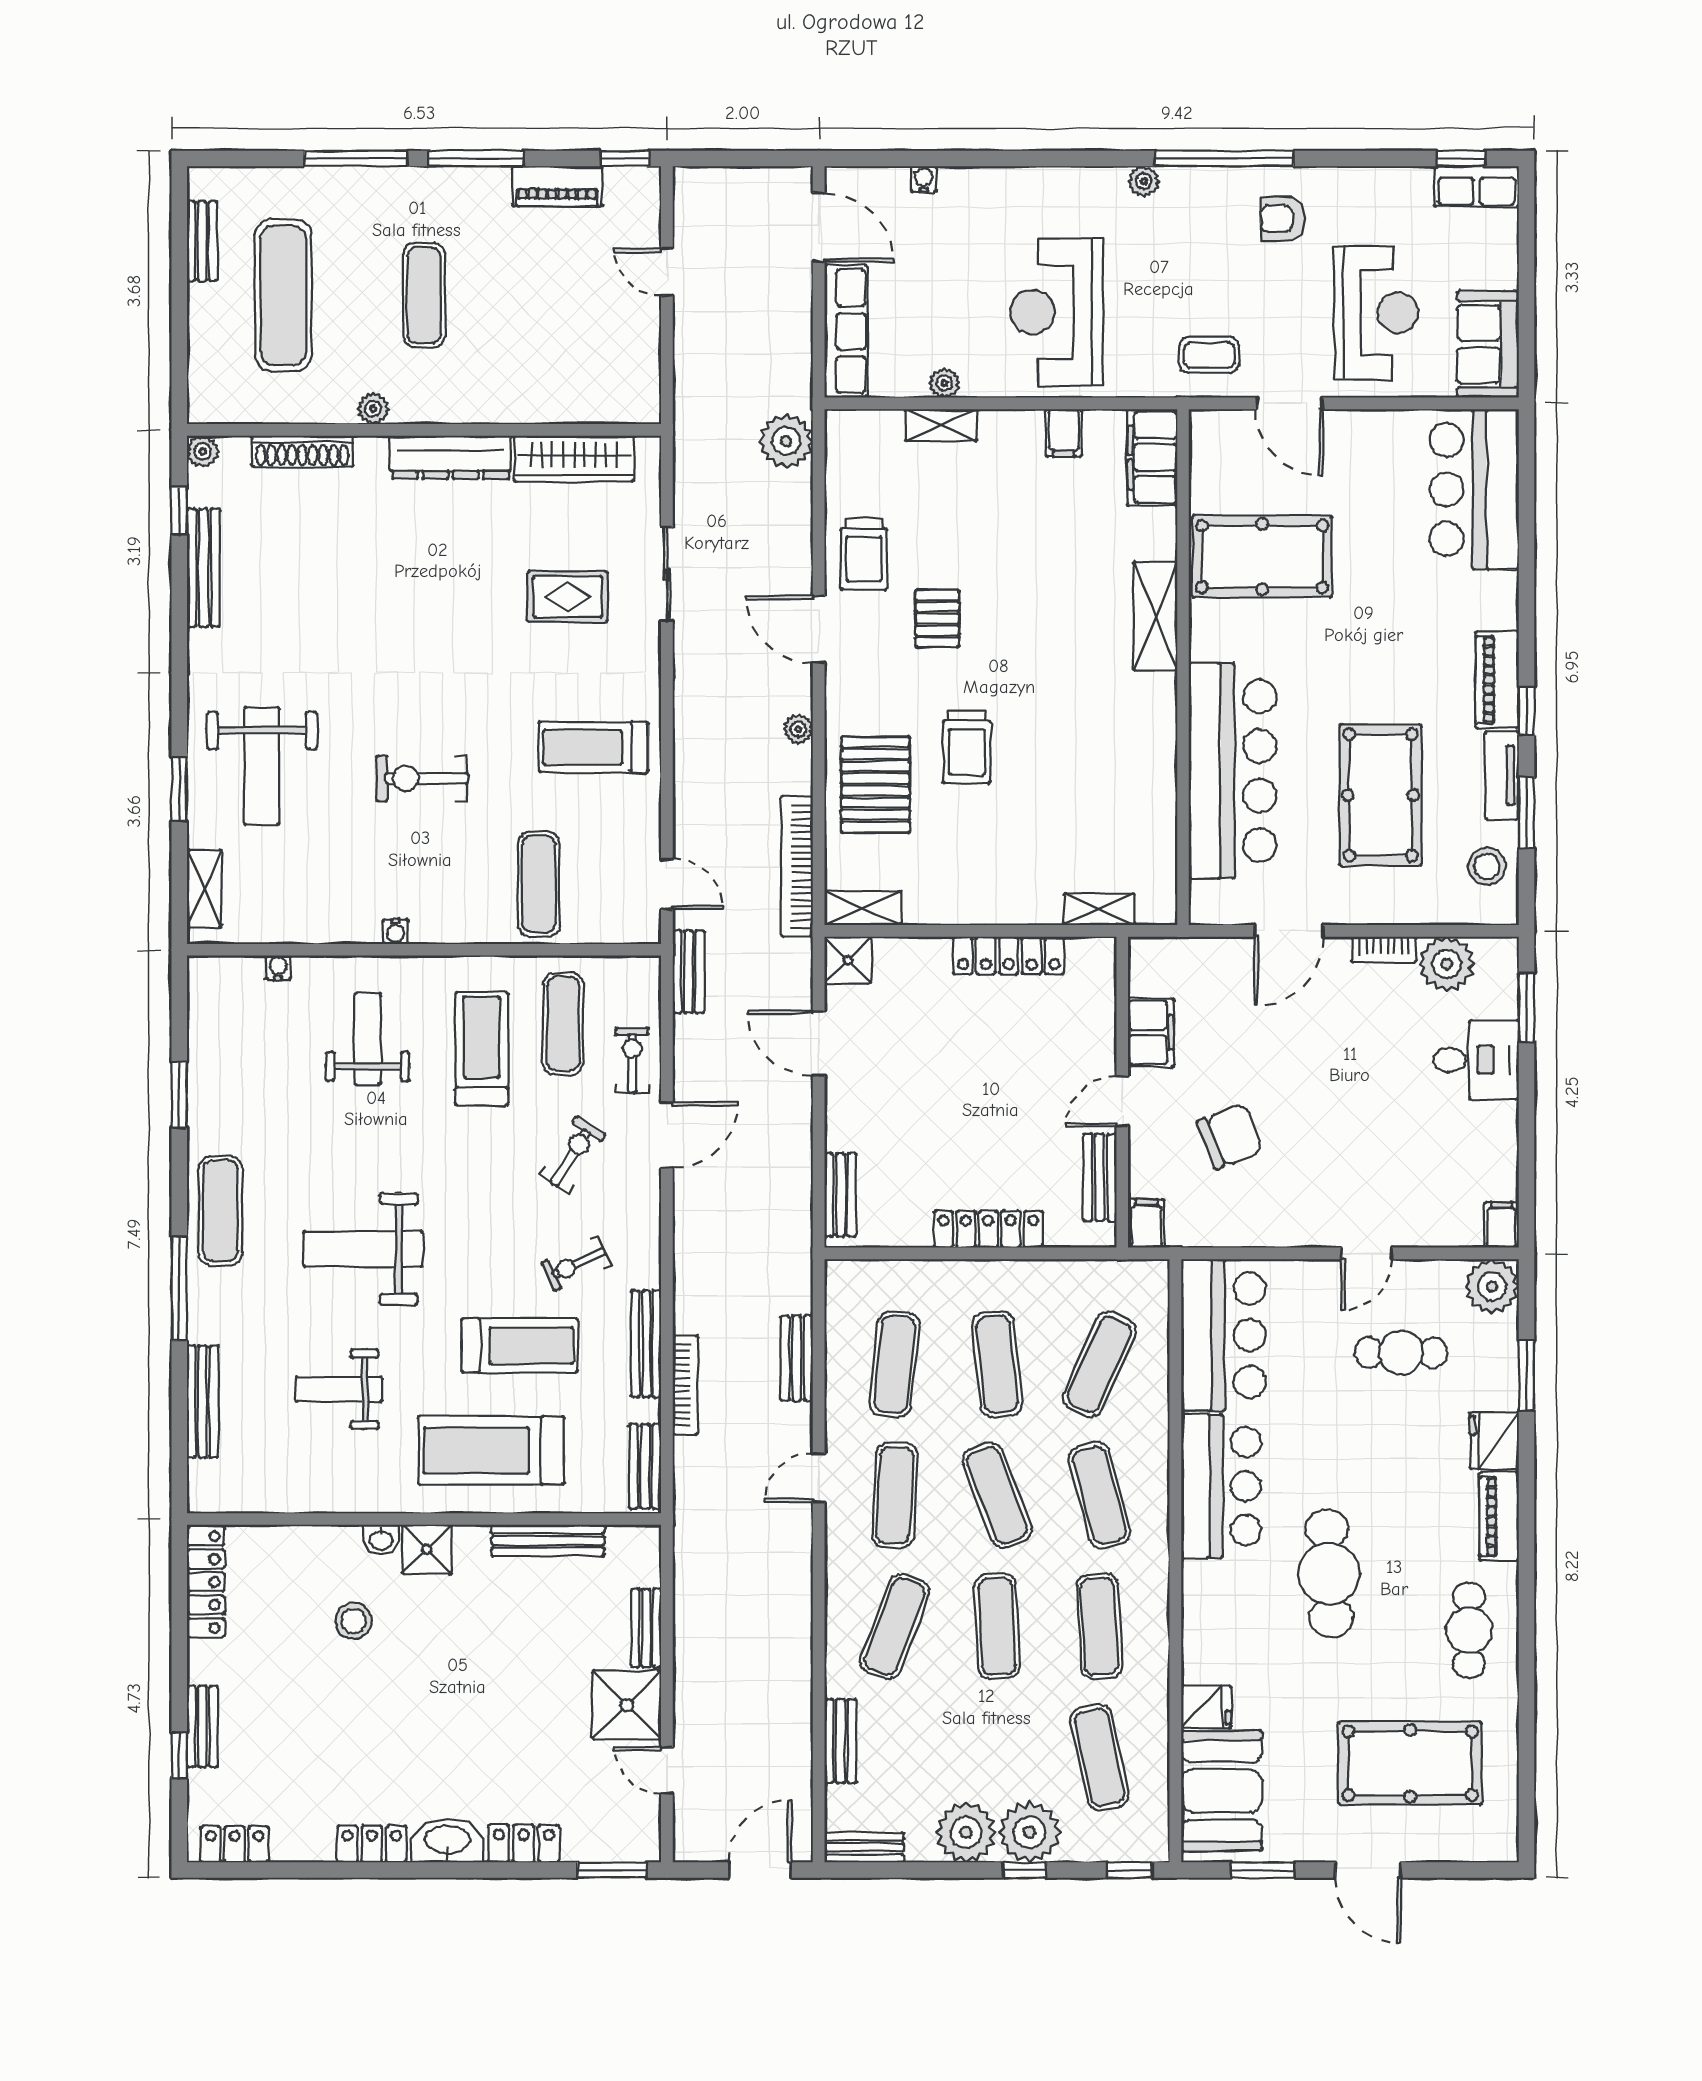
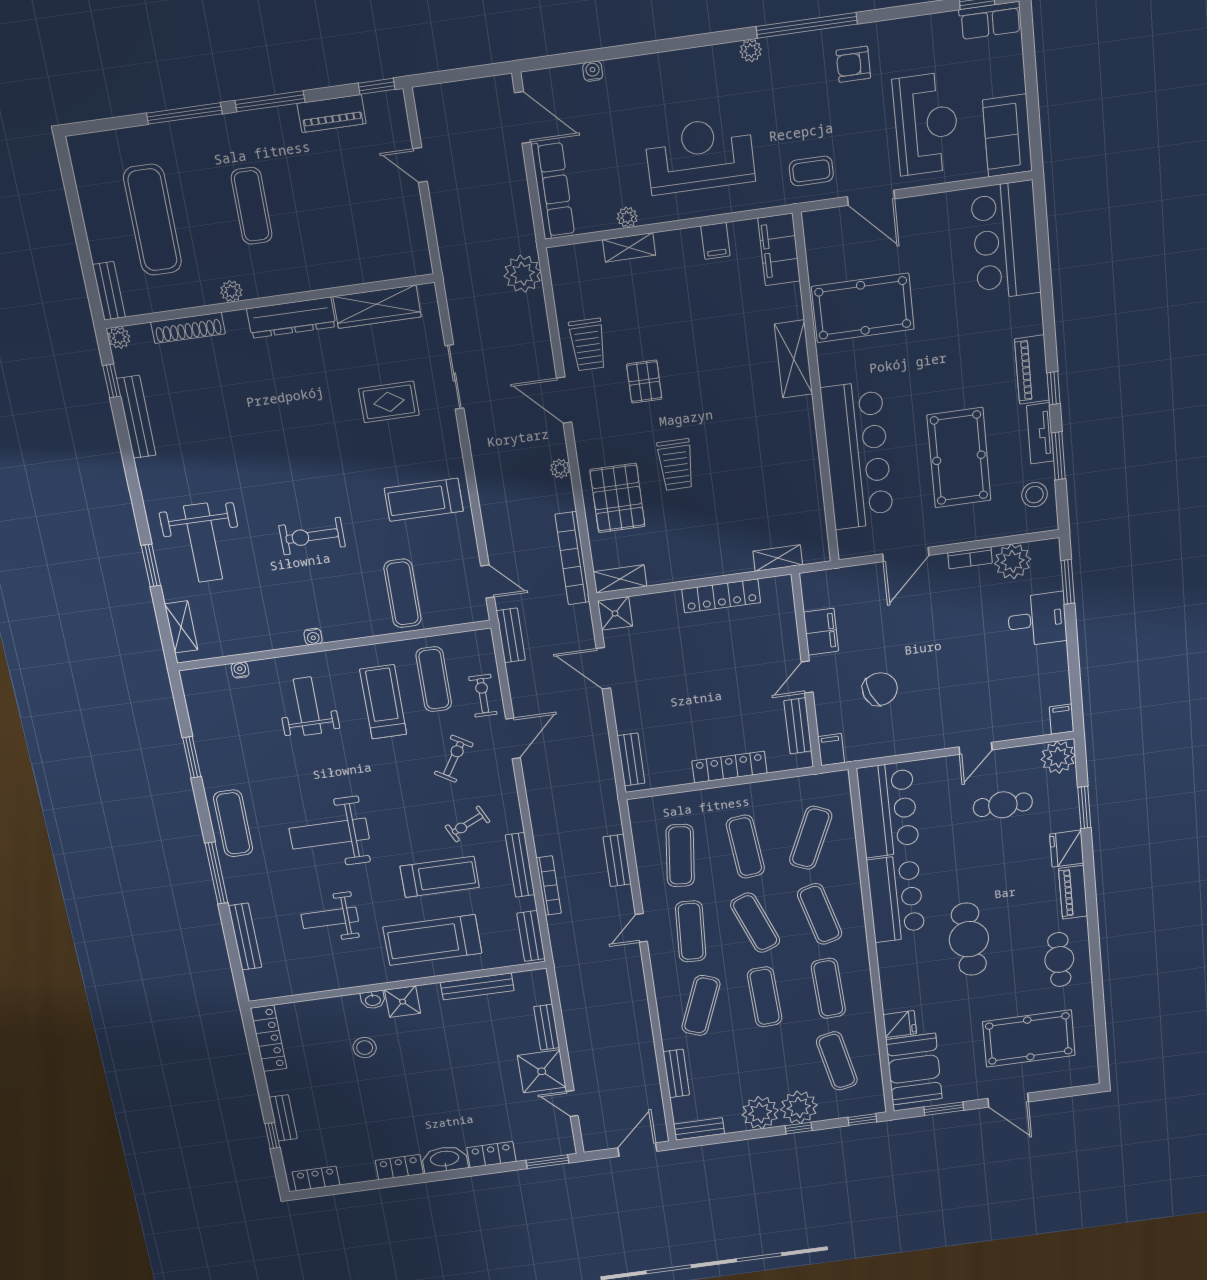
bench: (202, 241) -> (109, 291), moved
reception desk: (1057, 312) -> (700, 155), turned 90

